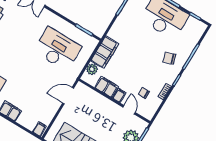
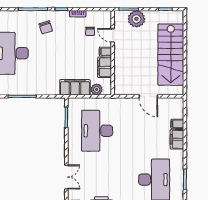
door: (68, 96) -> (148, 96), moved
door: (129, 110) -> (113, 35), hinge flipped
filing cabinet: (39, 129) -> (177, 124), moved

